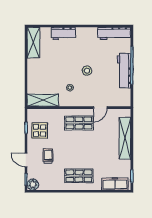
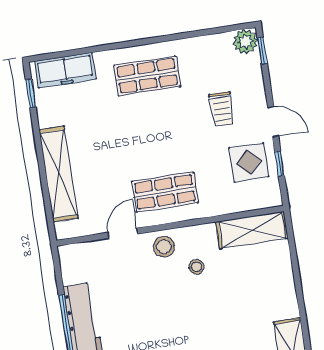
stool: (87, 71) -> (164, 247), moved
door: (26, 160) -> (273, 122), moved

